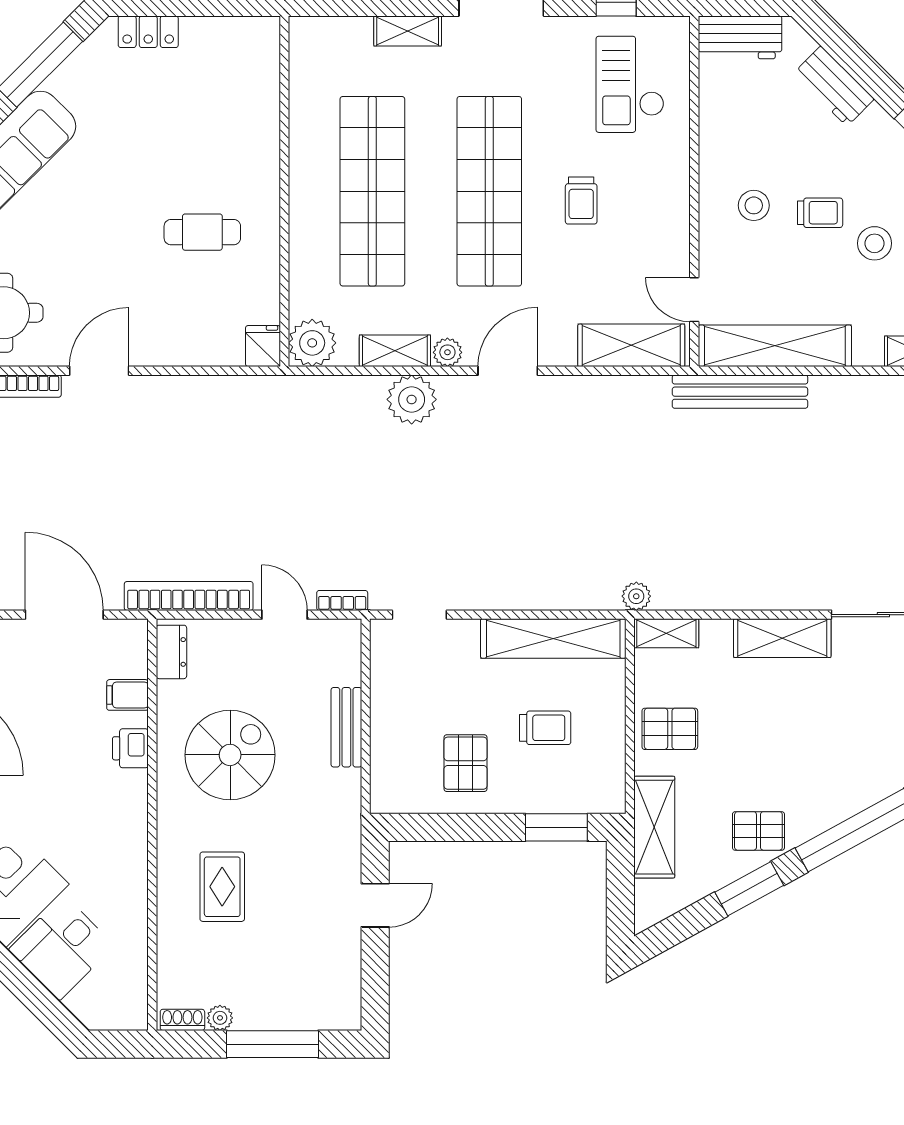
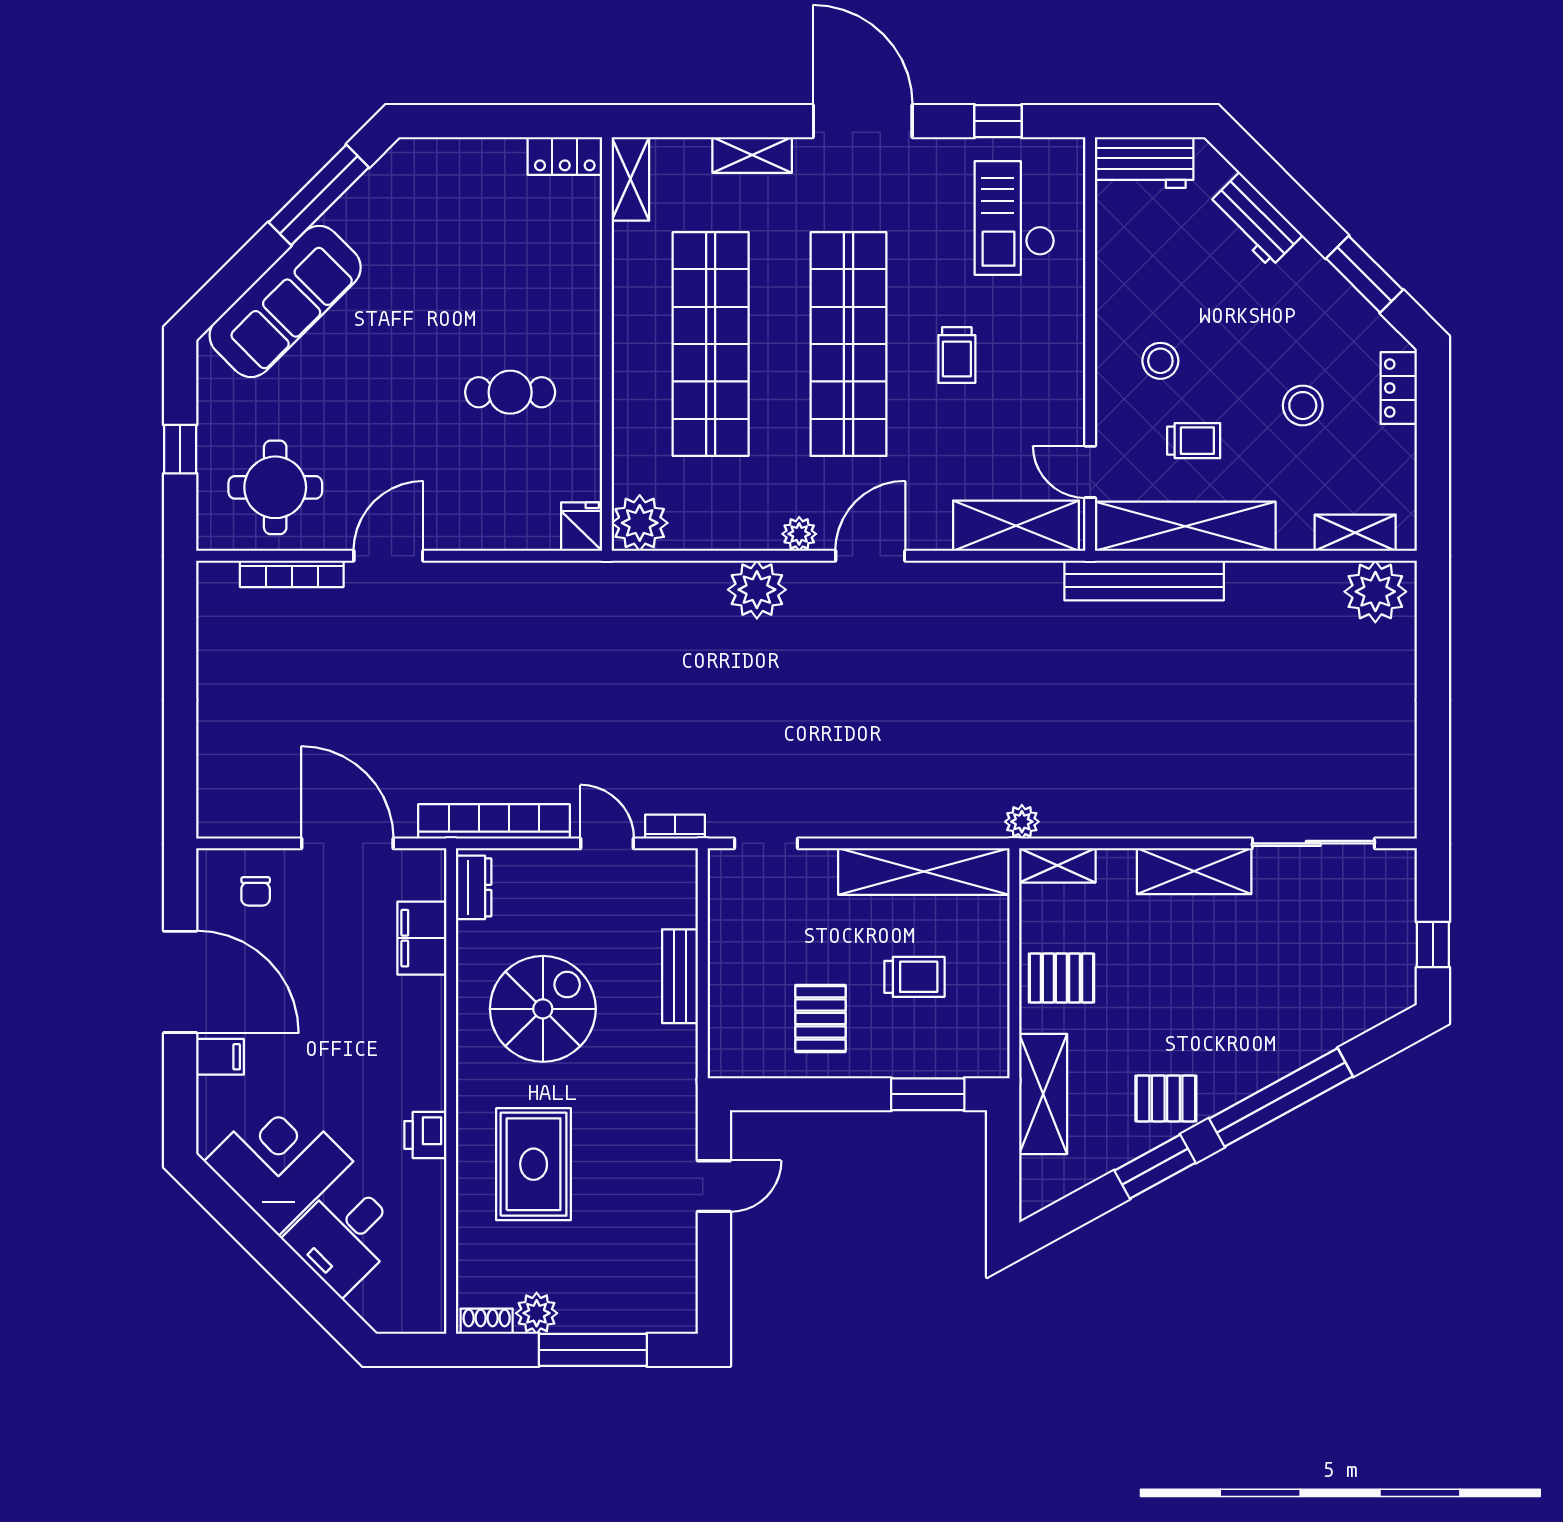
locker: (148, 32) -> (565, 156), moved
trolley: (820, 213) -> (1194, 441), moved
shelving: (395, 351) -> (630, 179), moved, turned 90
filing cabinet: (128, 695) -> (422, 938), width x2.00
printer: (130, 748) -> (425, 1135), moved
rug: (222, 887) -> (534, 1164), width x1.36, depth x1.43
plant: (220, 1018) -> (537, 1313), width x1.38, depth x1.38

